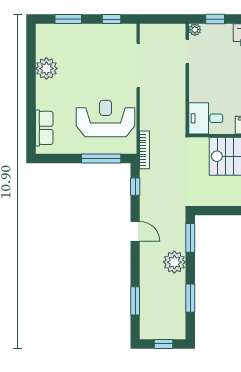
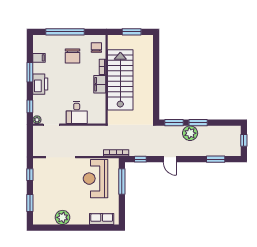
desk: (206, 118) -> (77, 113), moved
door: (135, 231) -> (170, 159), swing flipped
window: (190, 298) -> (198, 123), moved

